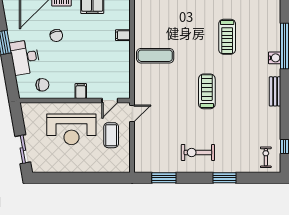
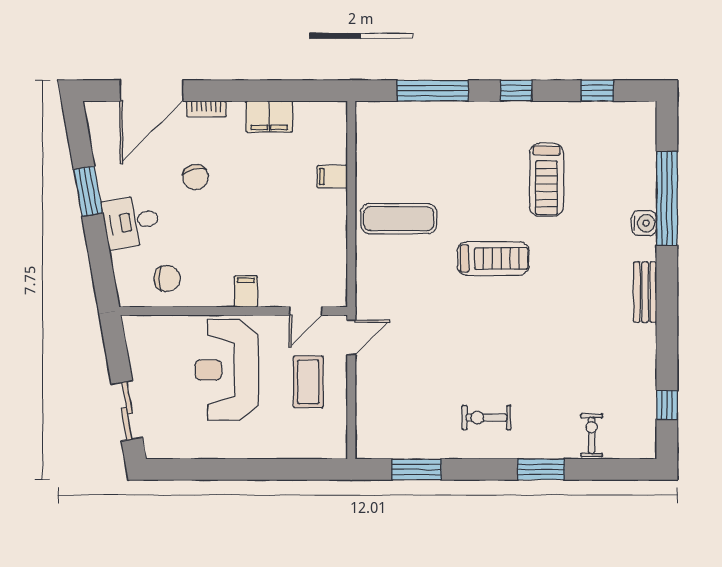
desk: (25, 57) -> (131, 222), width x0.73
treadmill: (207, 91) -> (493, 258), moved, turned 90
reception desk: (71, 129) -> (227, 370), turned 90
exercise bike: (198, 152) -> (486, 418), width x0.73, depth x0.72
exercise bike: (266, 157) -> (592, 435), moved

